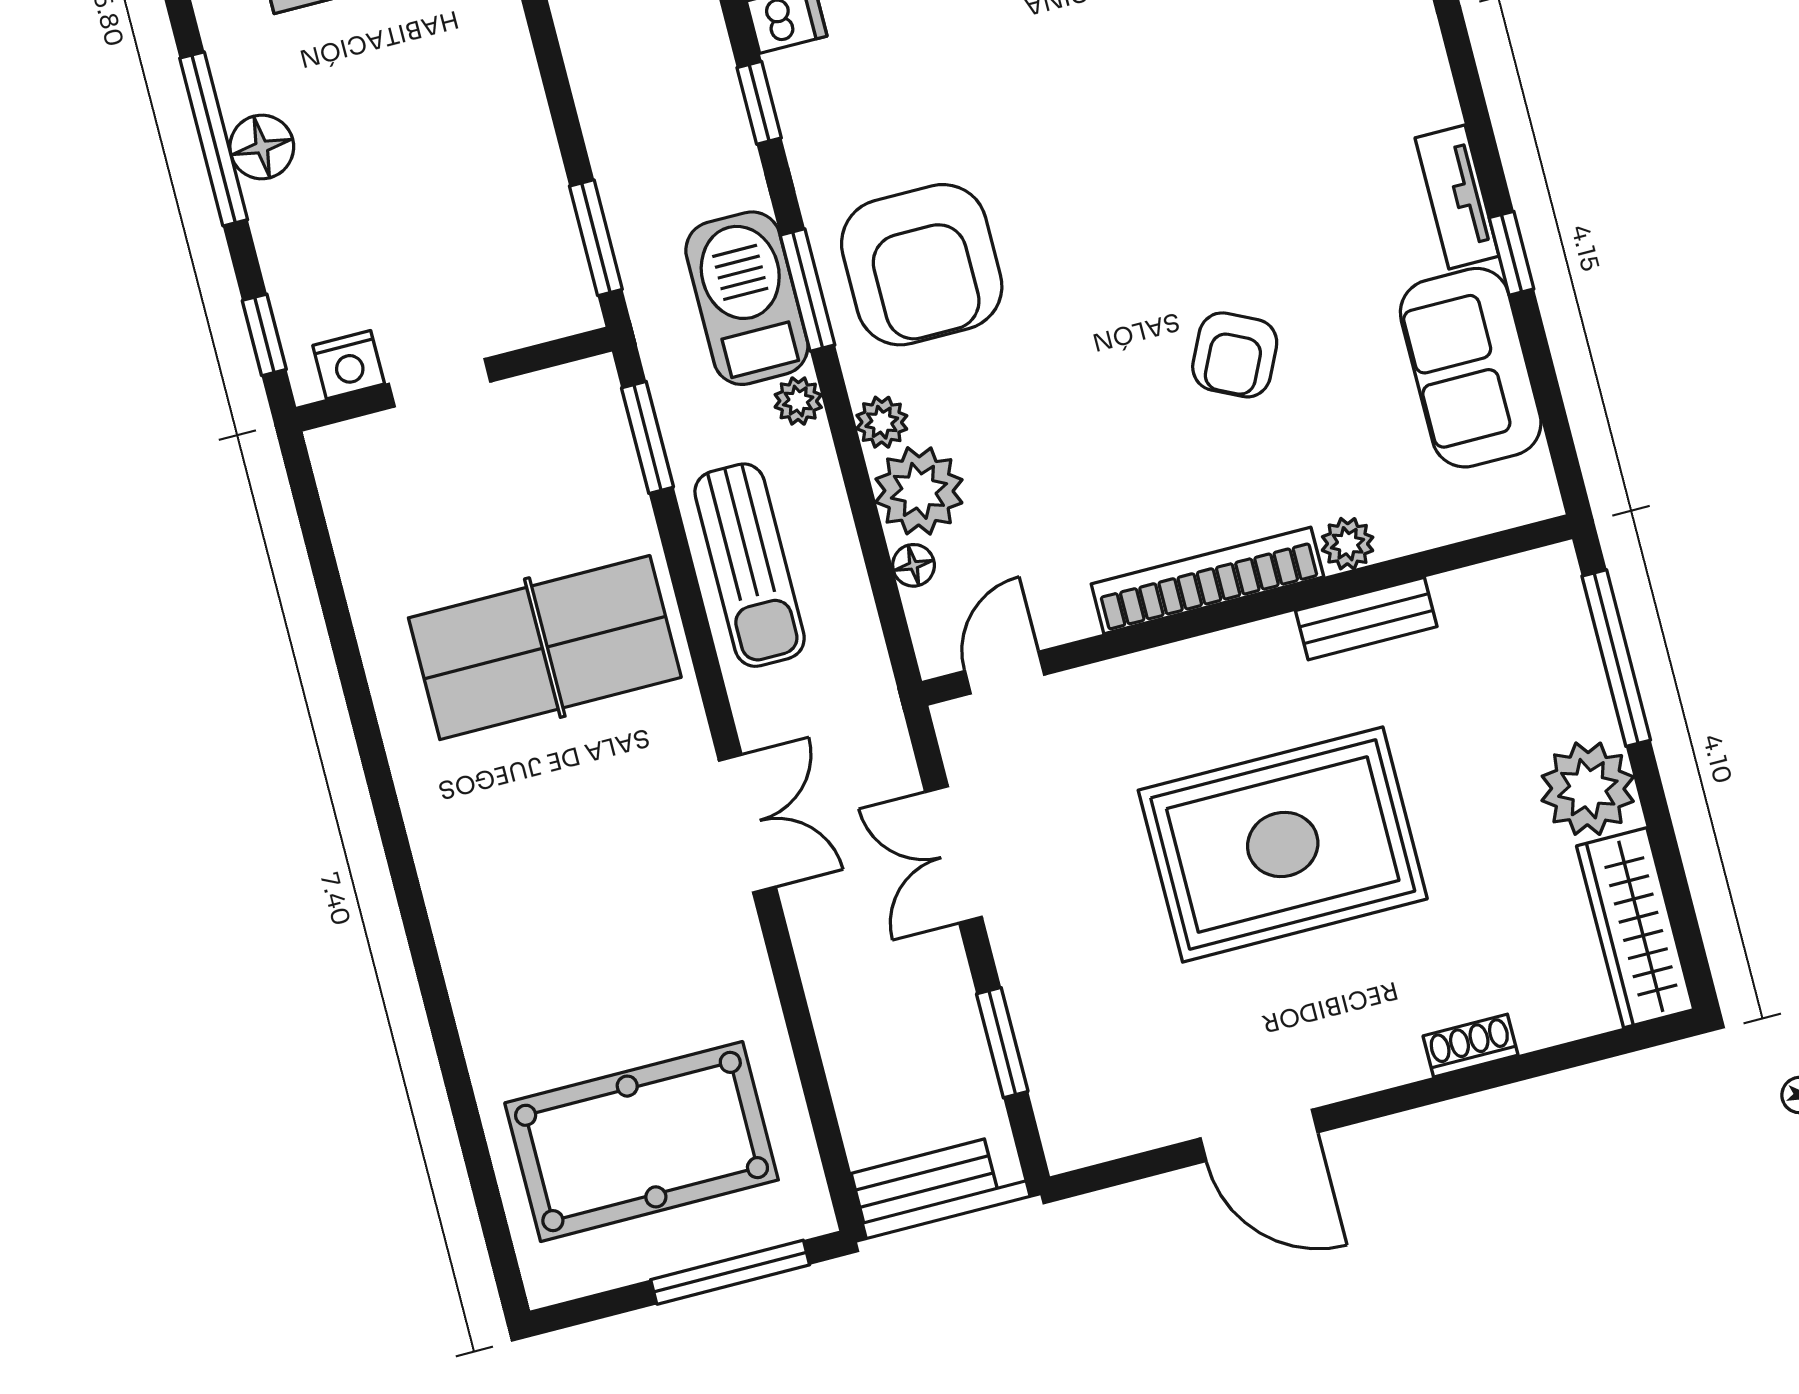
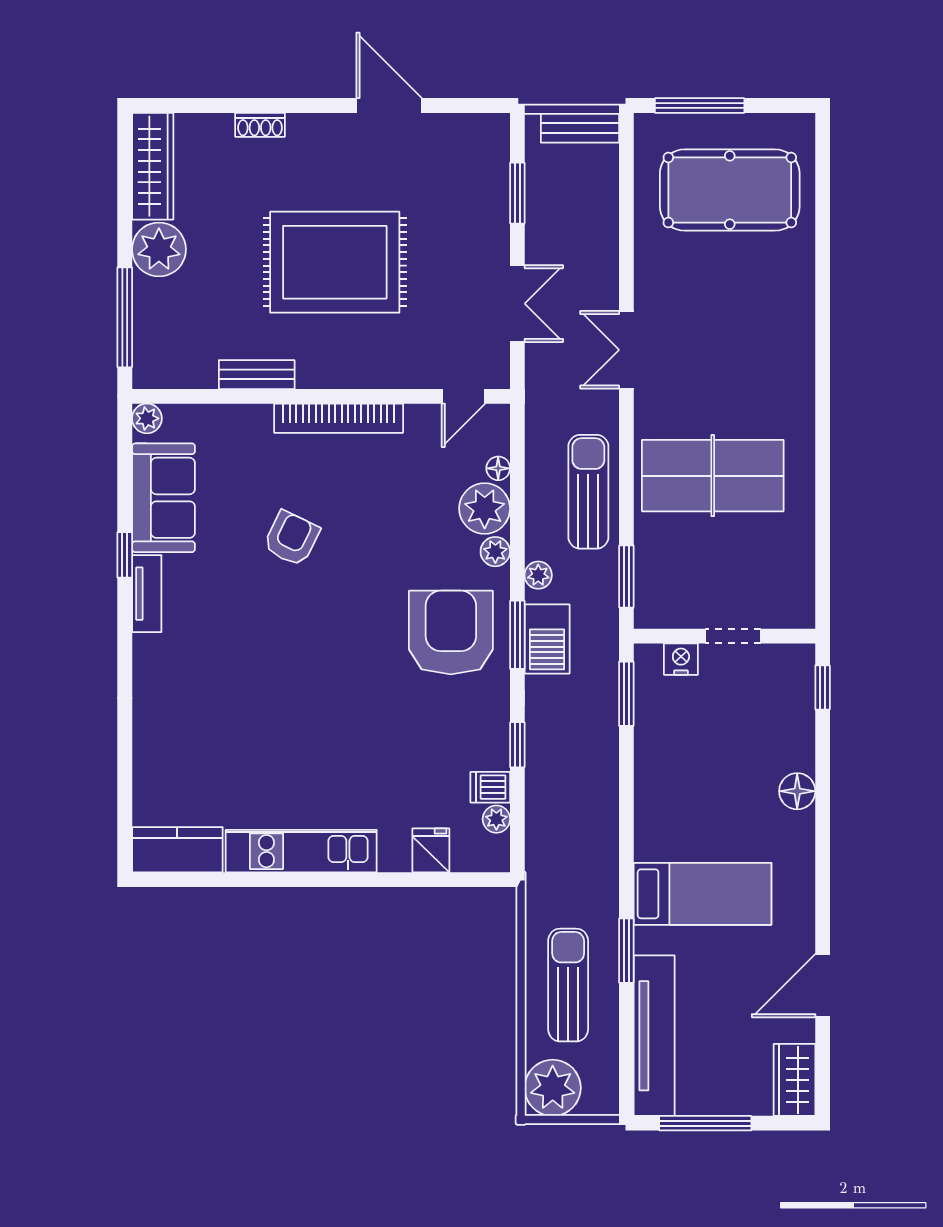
window: (214, 139) -> (823, 802), removed
barbecue: (747, 298) -> (547, 639), width x0.73, depth x0.83
nightstand: (349, 365) -> (681, 659), moved
plant: (1348, 544) -> (147, 418), moved

